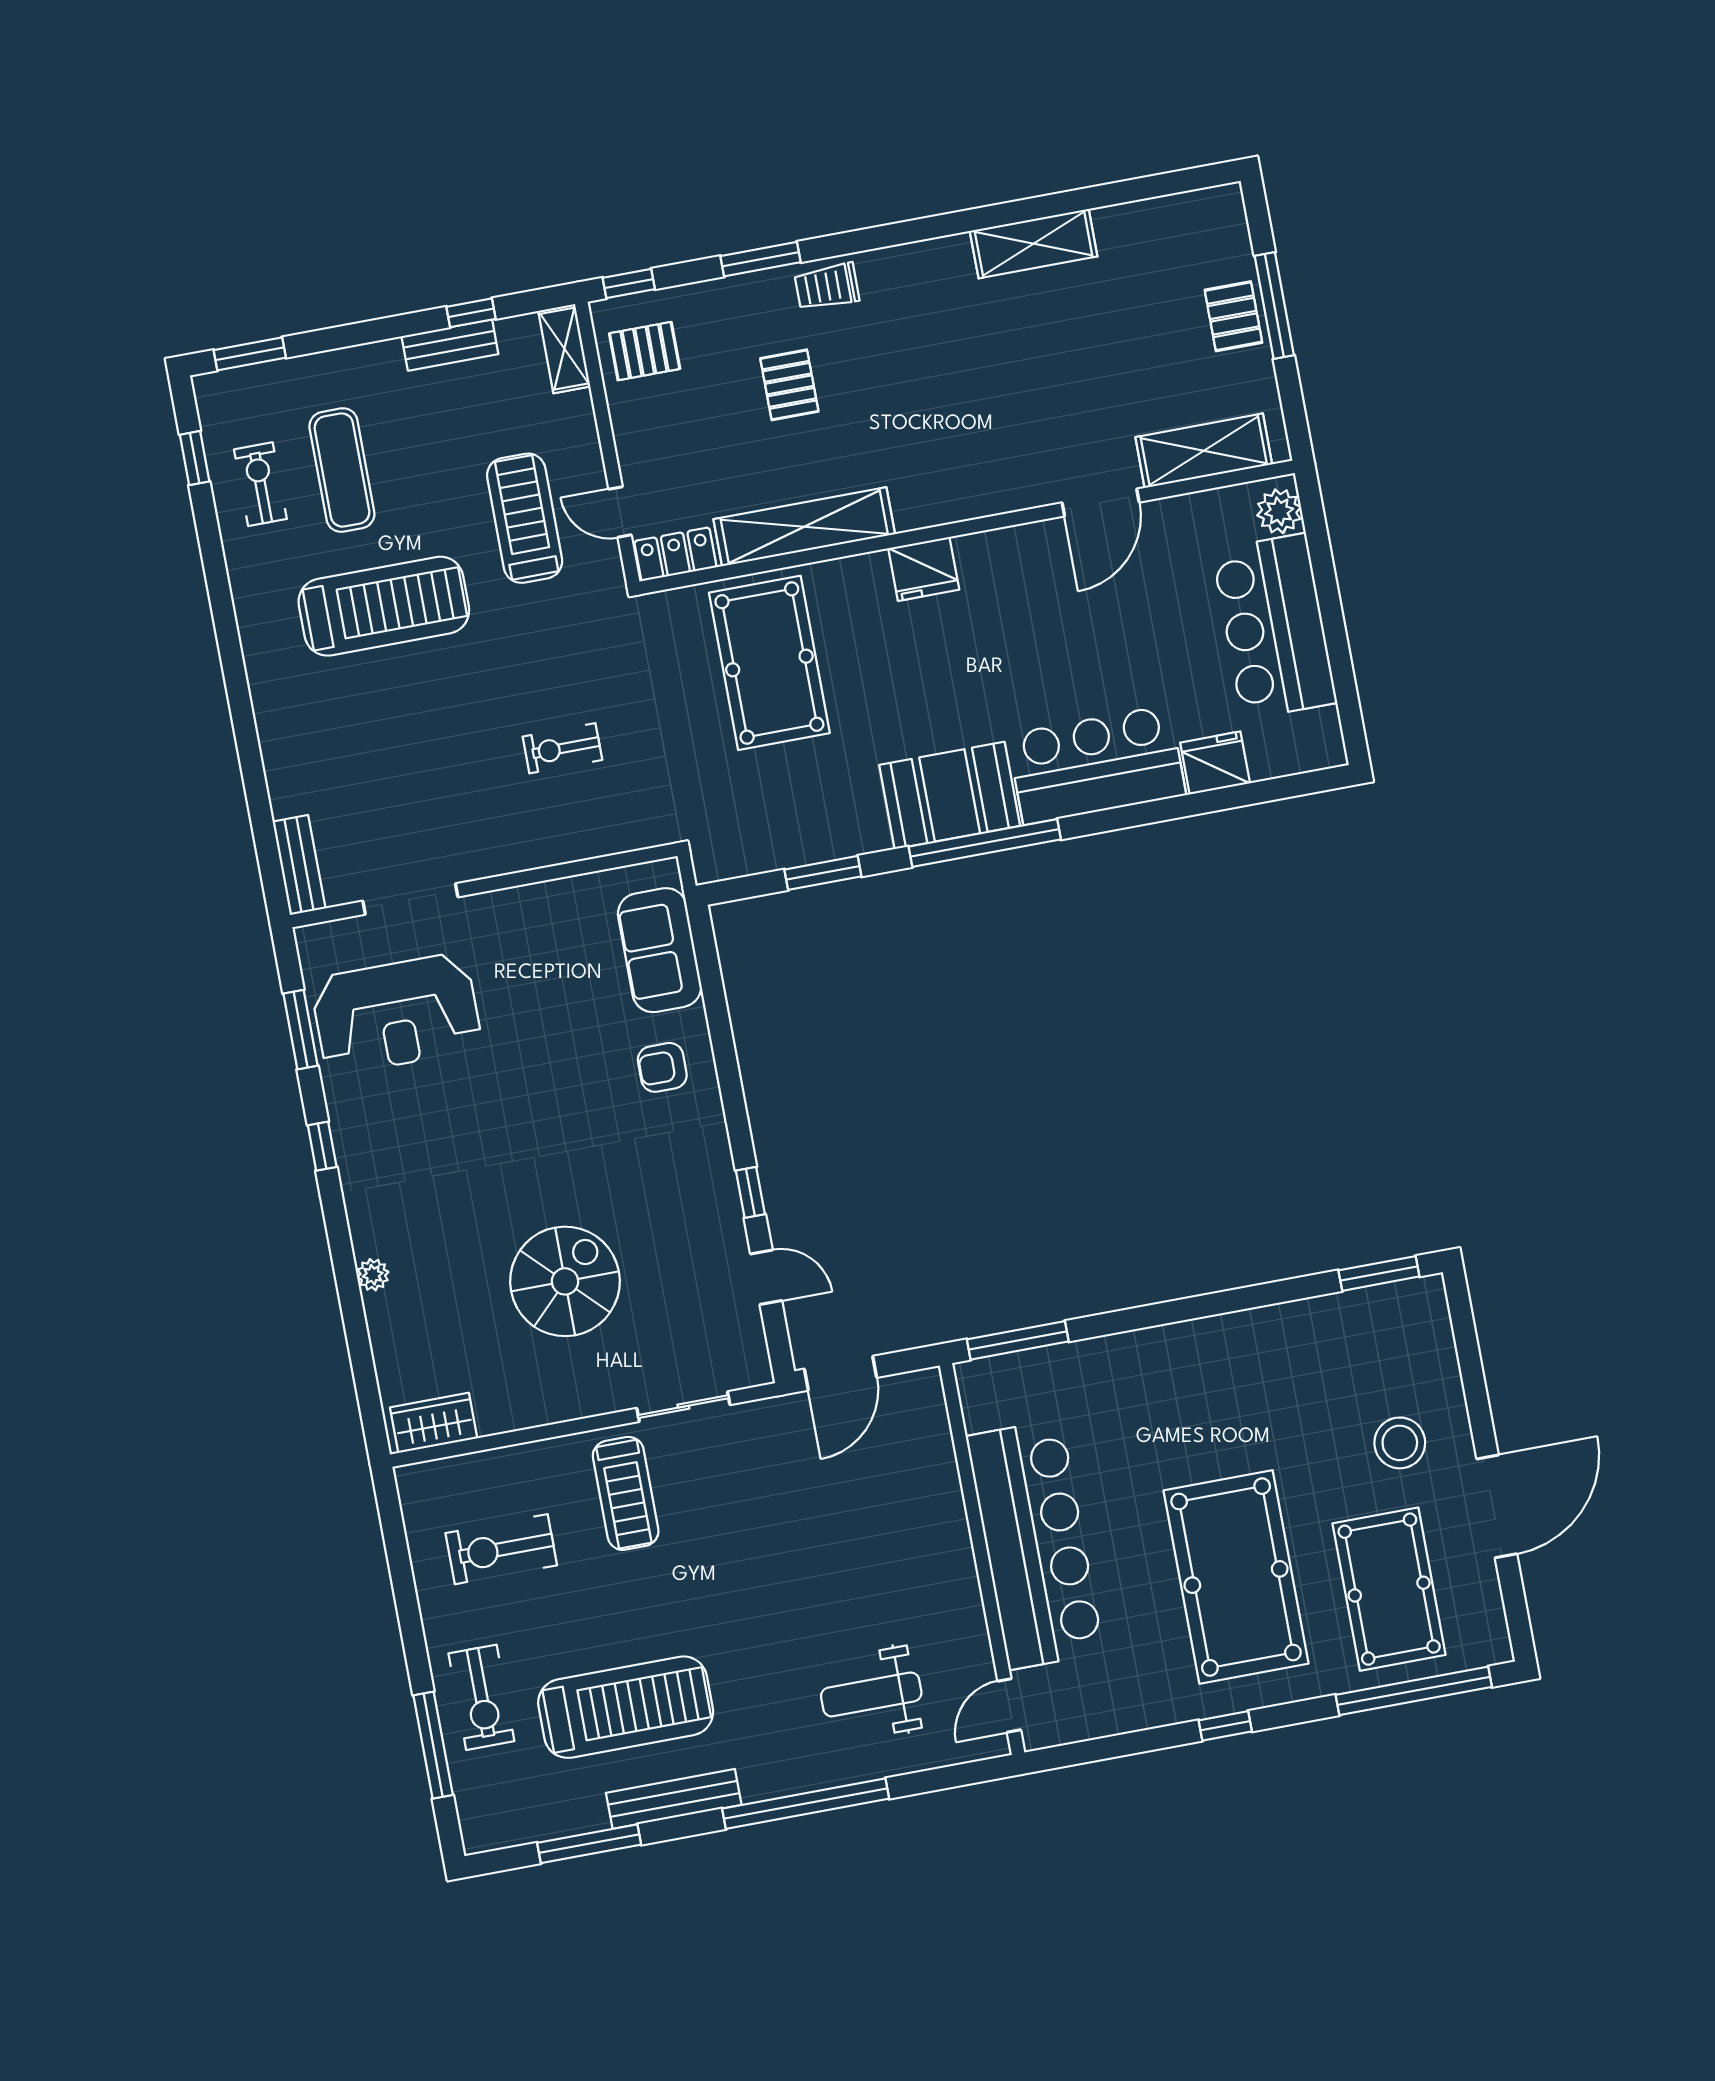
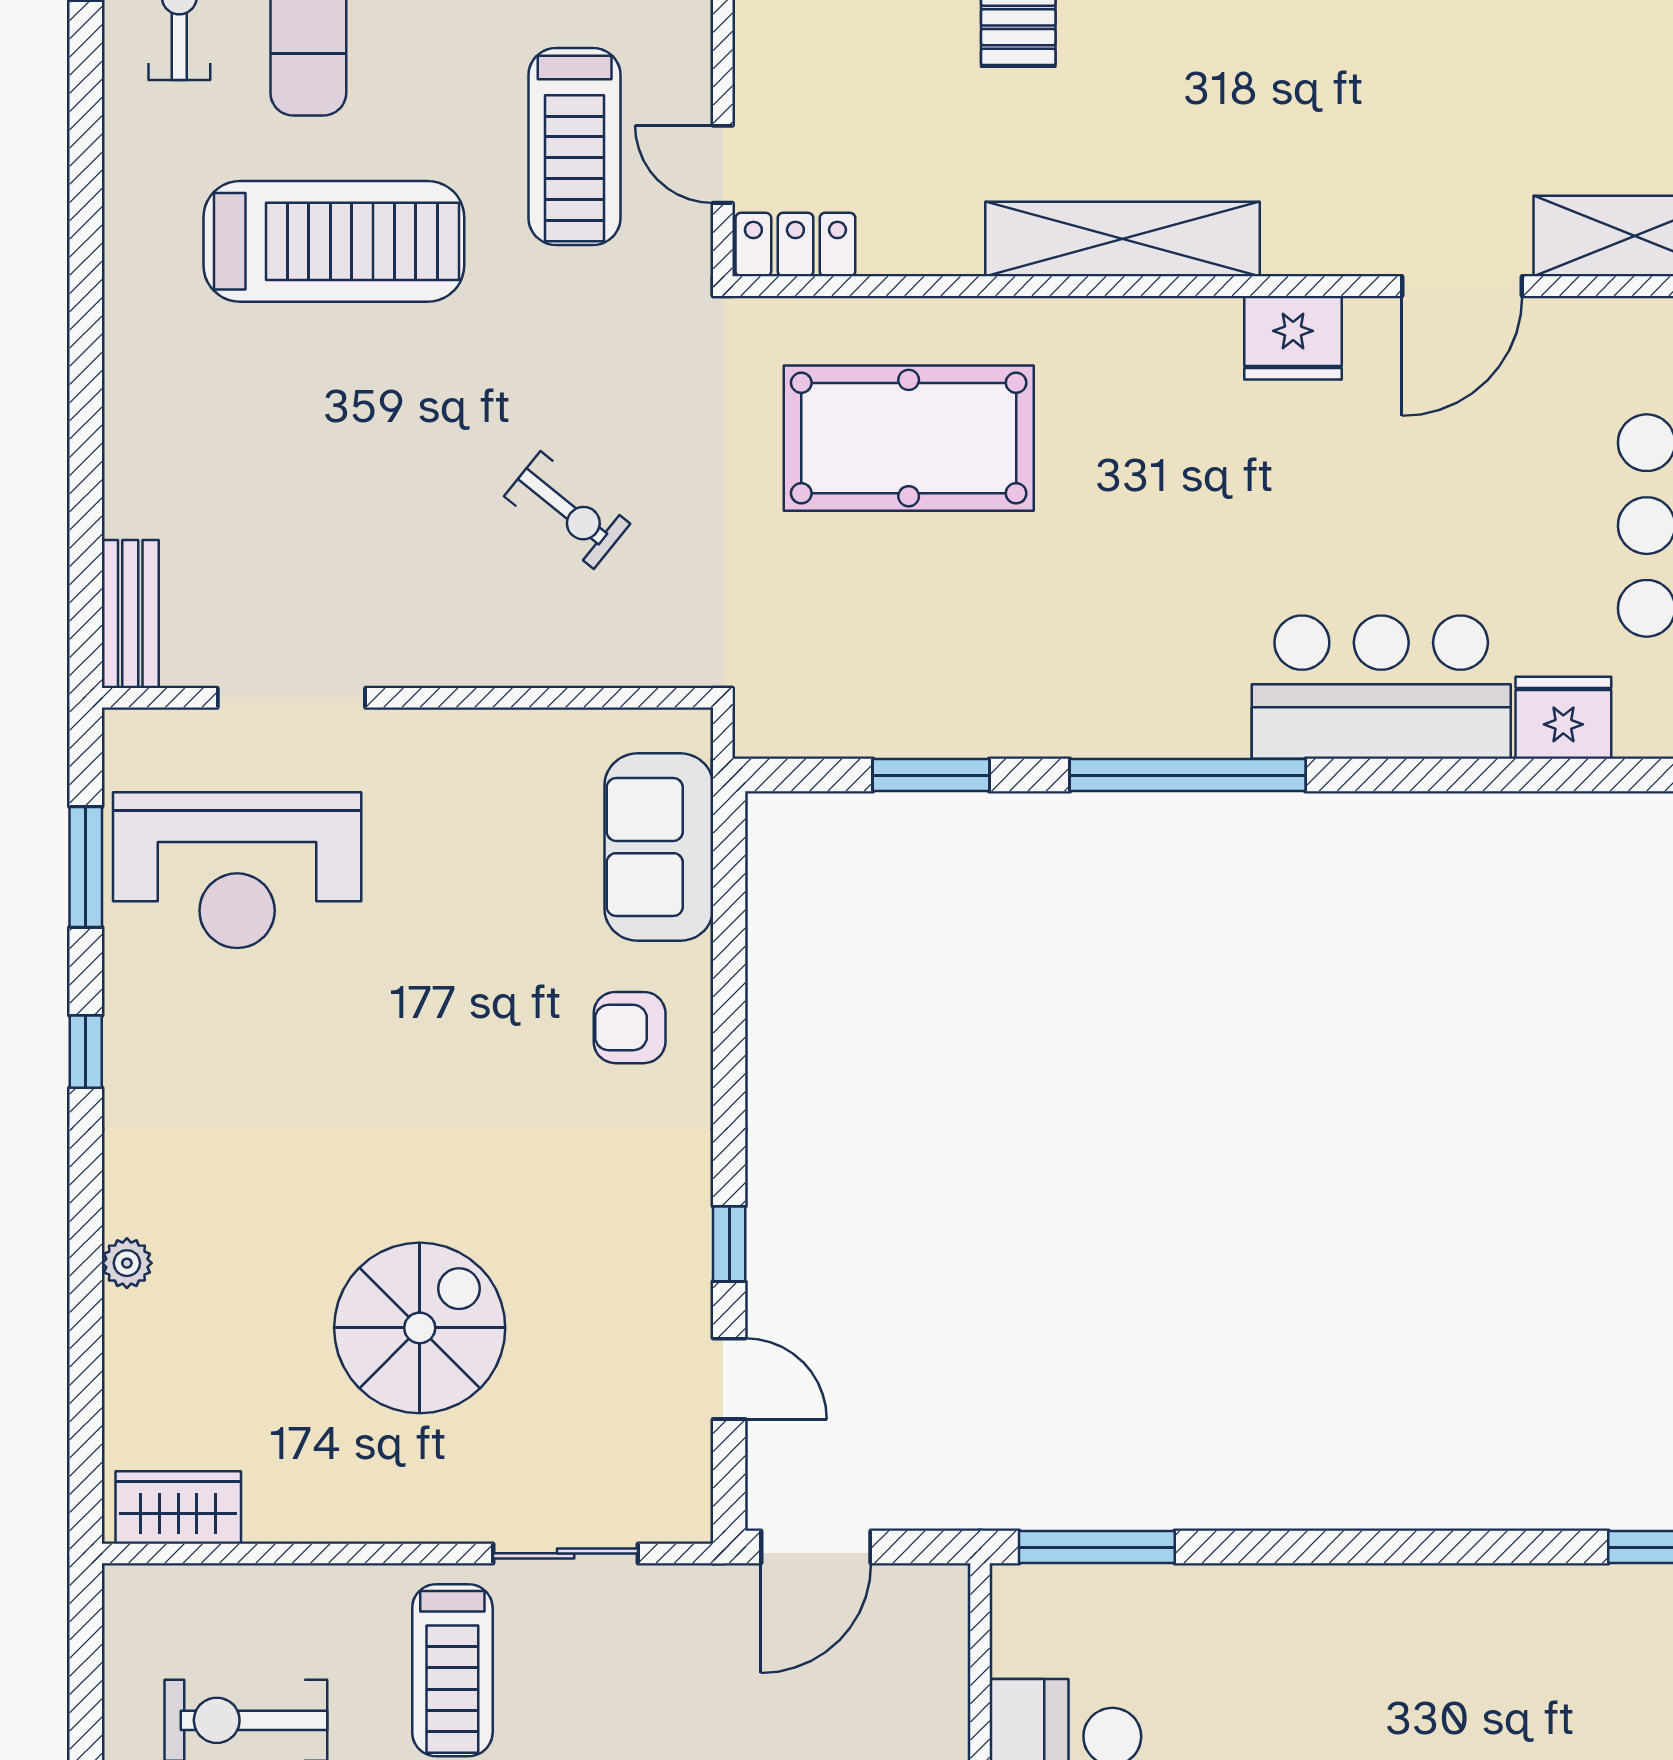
treadmill: (525, 518) -> (575, 147), turned 180
shelving: (804, 527) -> (1122, 239), moved
fridge: (924, 569) -> (1293, 338), moved
pool table: (769, 663) -> (909, 438), turned 90
exercise bike: (562, 748) -> (567, 510), turned -141
booth: (950, 795) -> (1147, 692), removed

